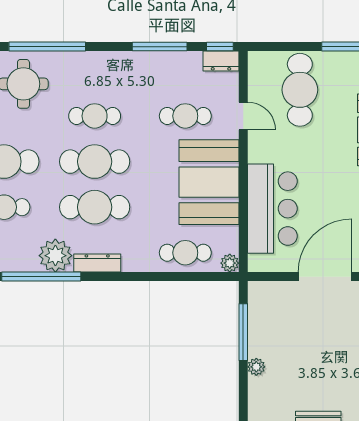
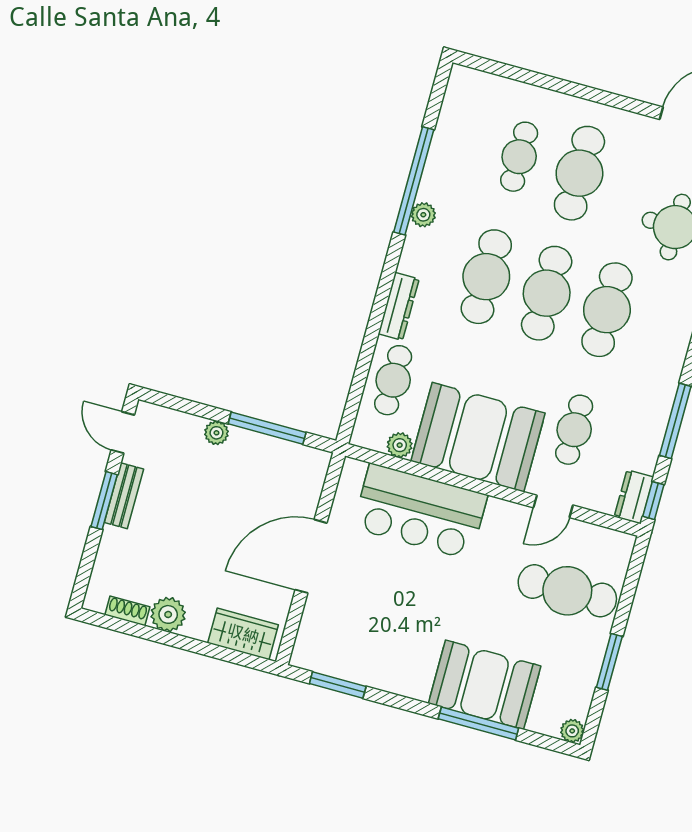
cafe table: (95, 116) -> (607, 310), width x1.37, depth x1.35
plant: (55, 256) -> (423, 215), width x0.53, depth x0.53
dresser: (97, 263) -> (399, 306), moved
plant: (230, 263) -> (400, 445), moved
door: (325, 277) -> (311, 556), swing flipped

